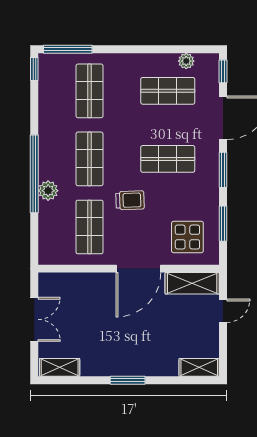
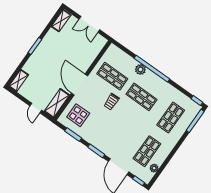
shop shelf: (89, 91) -> (171, 118), turned 90
shop shelf: (168, 159) -> (118, 130), removed

